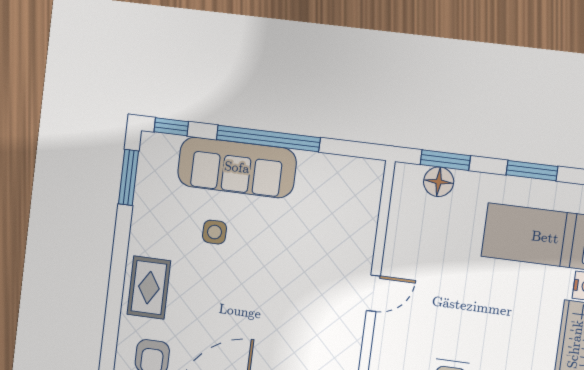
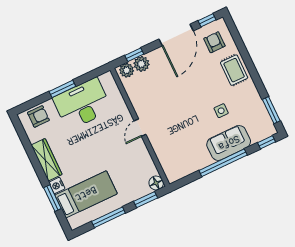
sofa: (237, 167) -> (229, 143), width x0.73
window: (532, 171) -> (108, 217), width x1.44
floor lamp: (439, 182) -> (156, 183), moved

